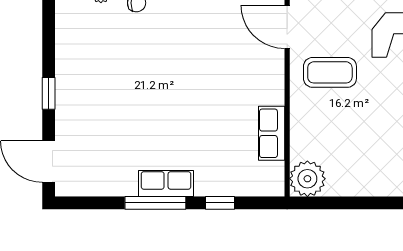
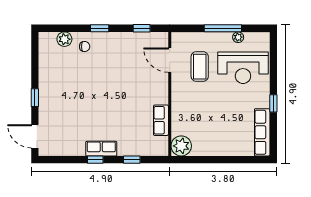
coffee table: (330, 72) -> (200, 67), moved, turned 90
window: (155, 203) -> (95, 160), width x0.46

